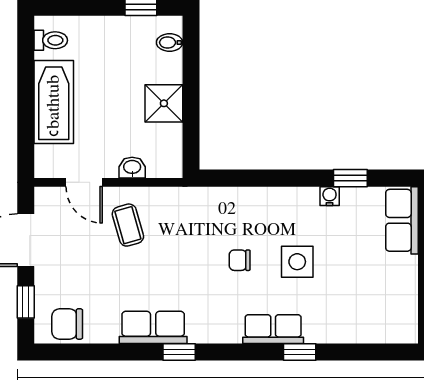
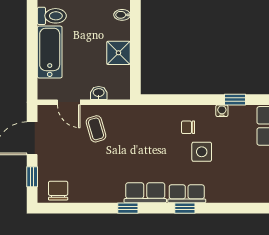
toilet: (51, 40) -> (52, 16), width x1.37, depth x1.39
chair: (240, 260) -> (188, 127), moved
chair: (67, 324) -> (58, 191), turned 90
row of seats: (153, 327) -> (145, 193), moved
window: (300, 352) -> (185, 208), moved

